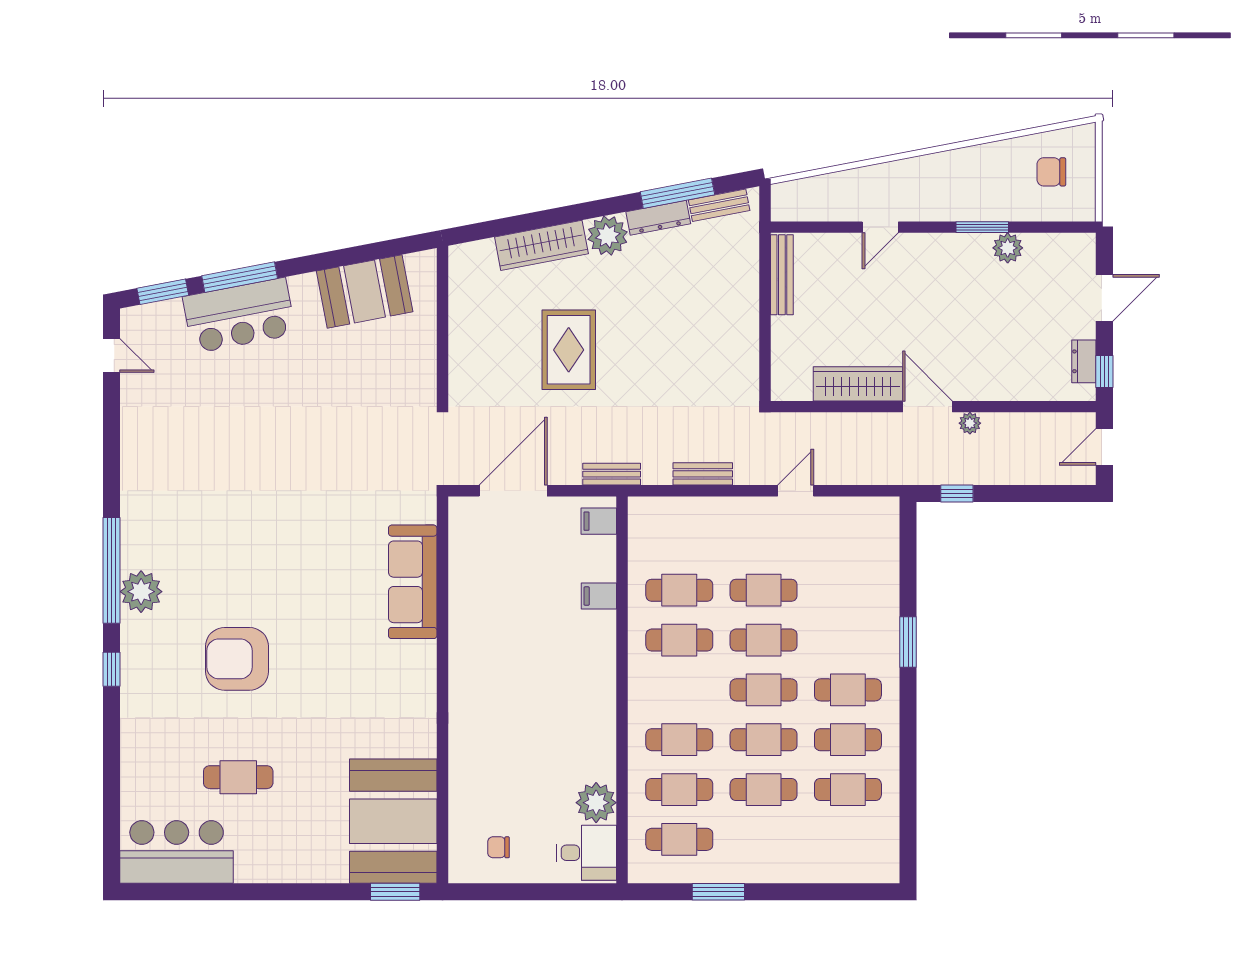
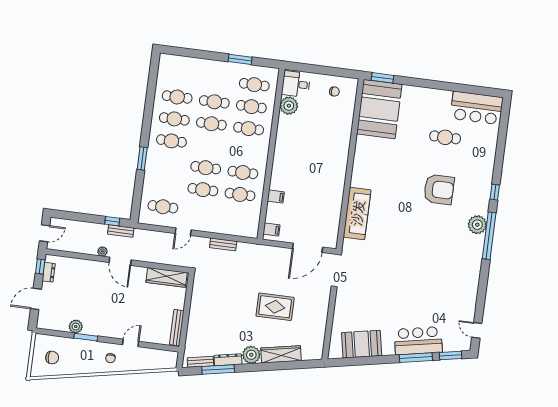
chair: (921, 187) -> (110, 358), added
rug: (569, 350) -> (275, 307), turned 90
wardrobe: (858, 384) -> (167, 277), moved
bench: (612, 474) -> (121, 231), moved
cafe table: (764, 690) -> (163, 207), moved

